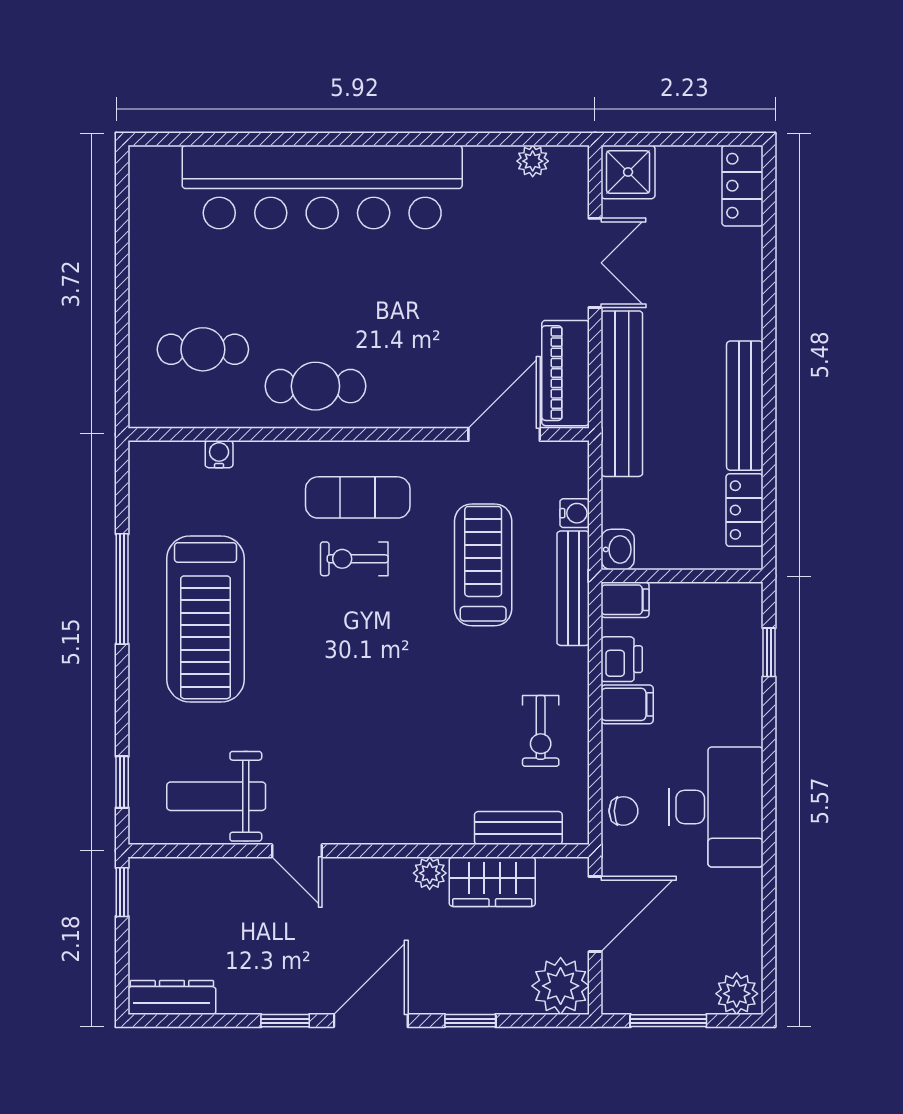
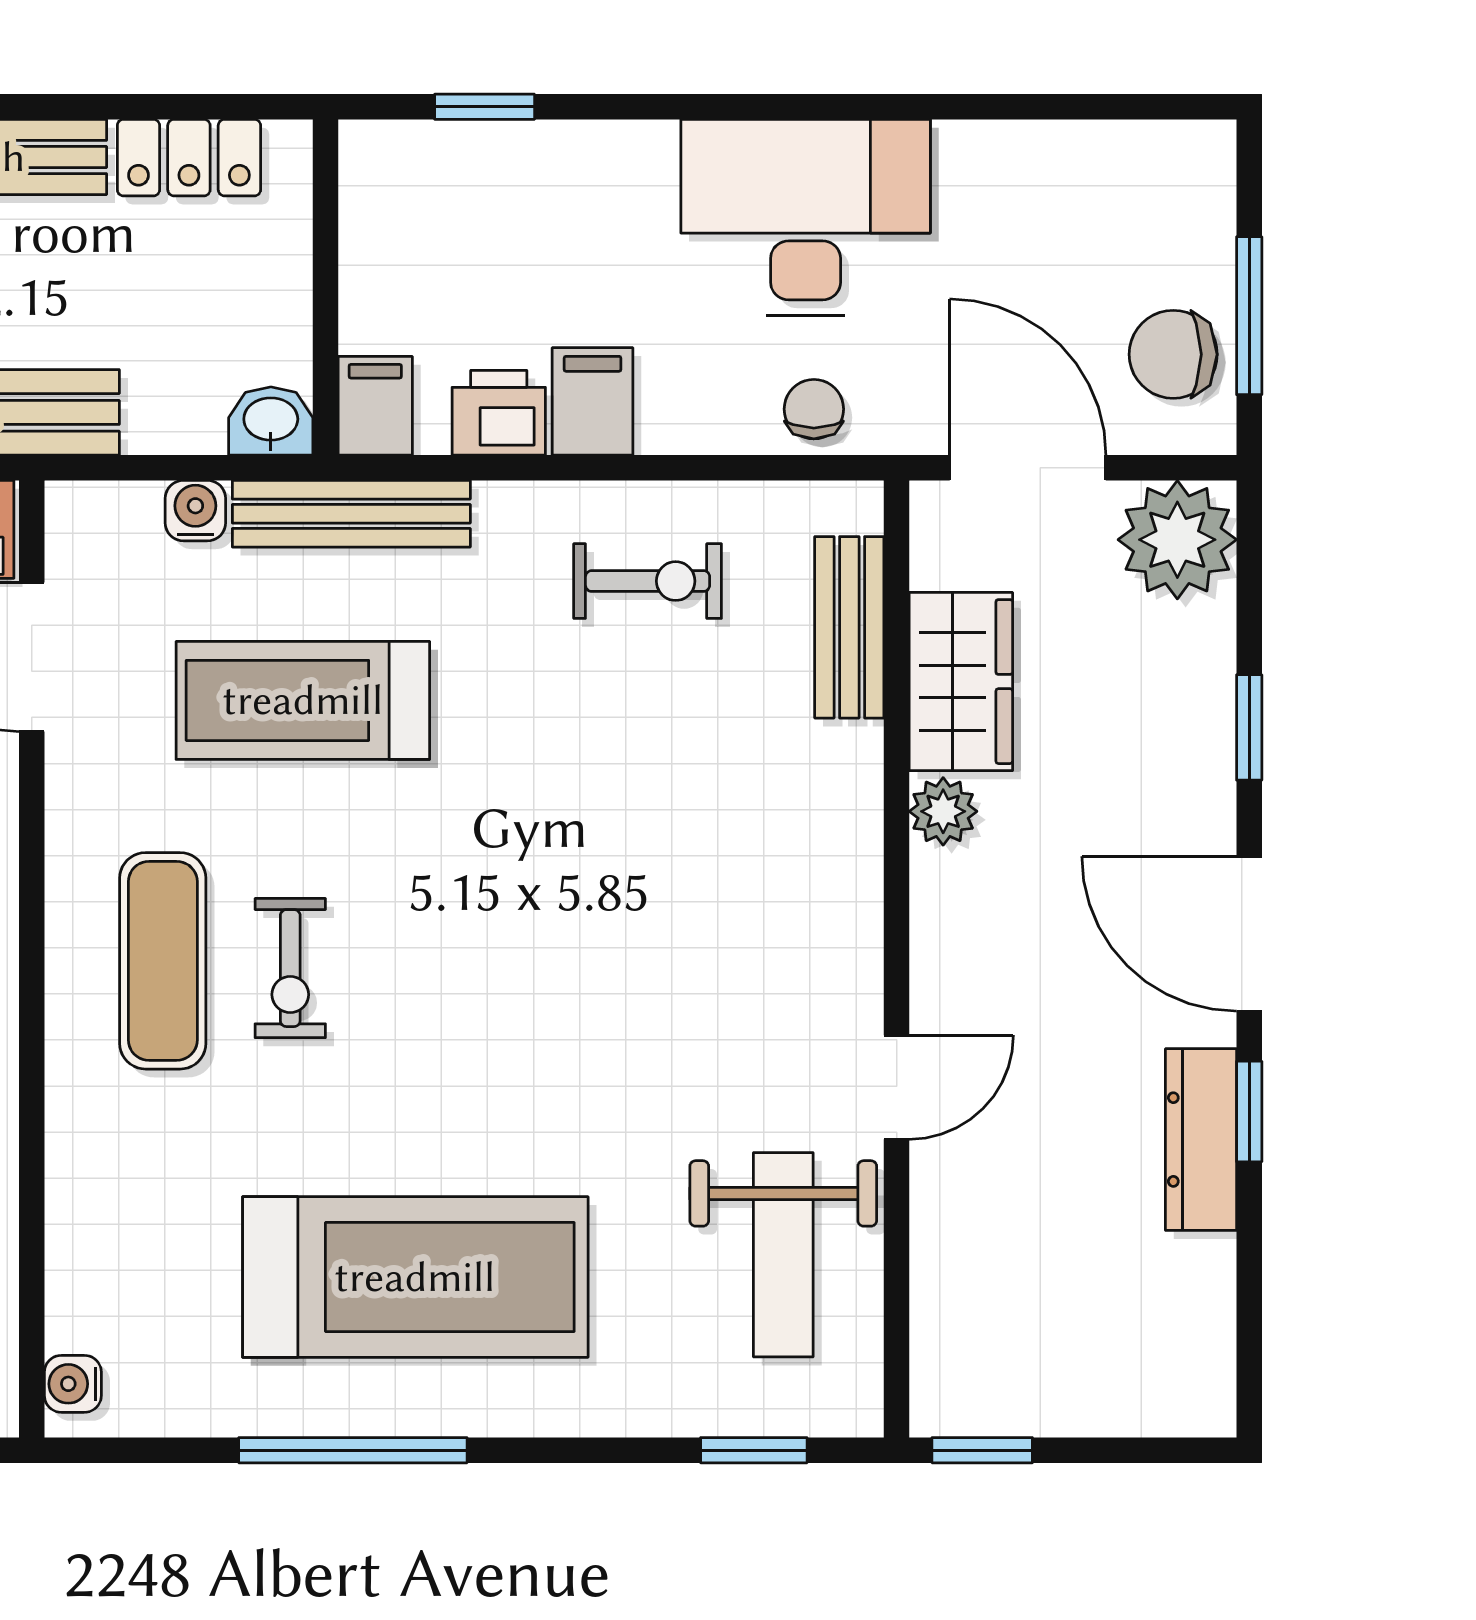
water cooler: (219, 454) -> (73, 1384), moved
chair: (650, 984) -> (1173, 354), added
plant: (737, 994) -> (1193, 174), removed
dresser: (172, 997) -> (1201, 1140), moved

